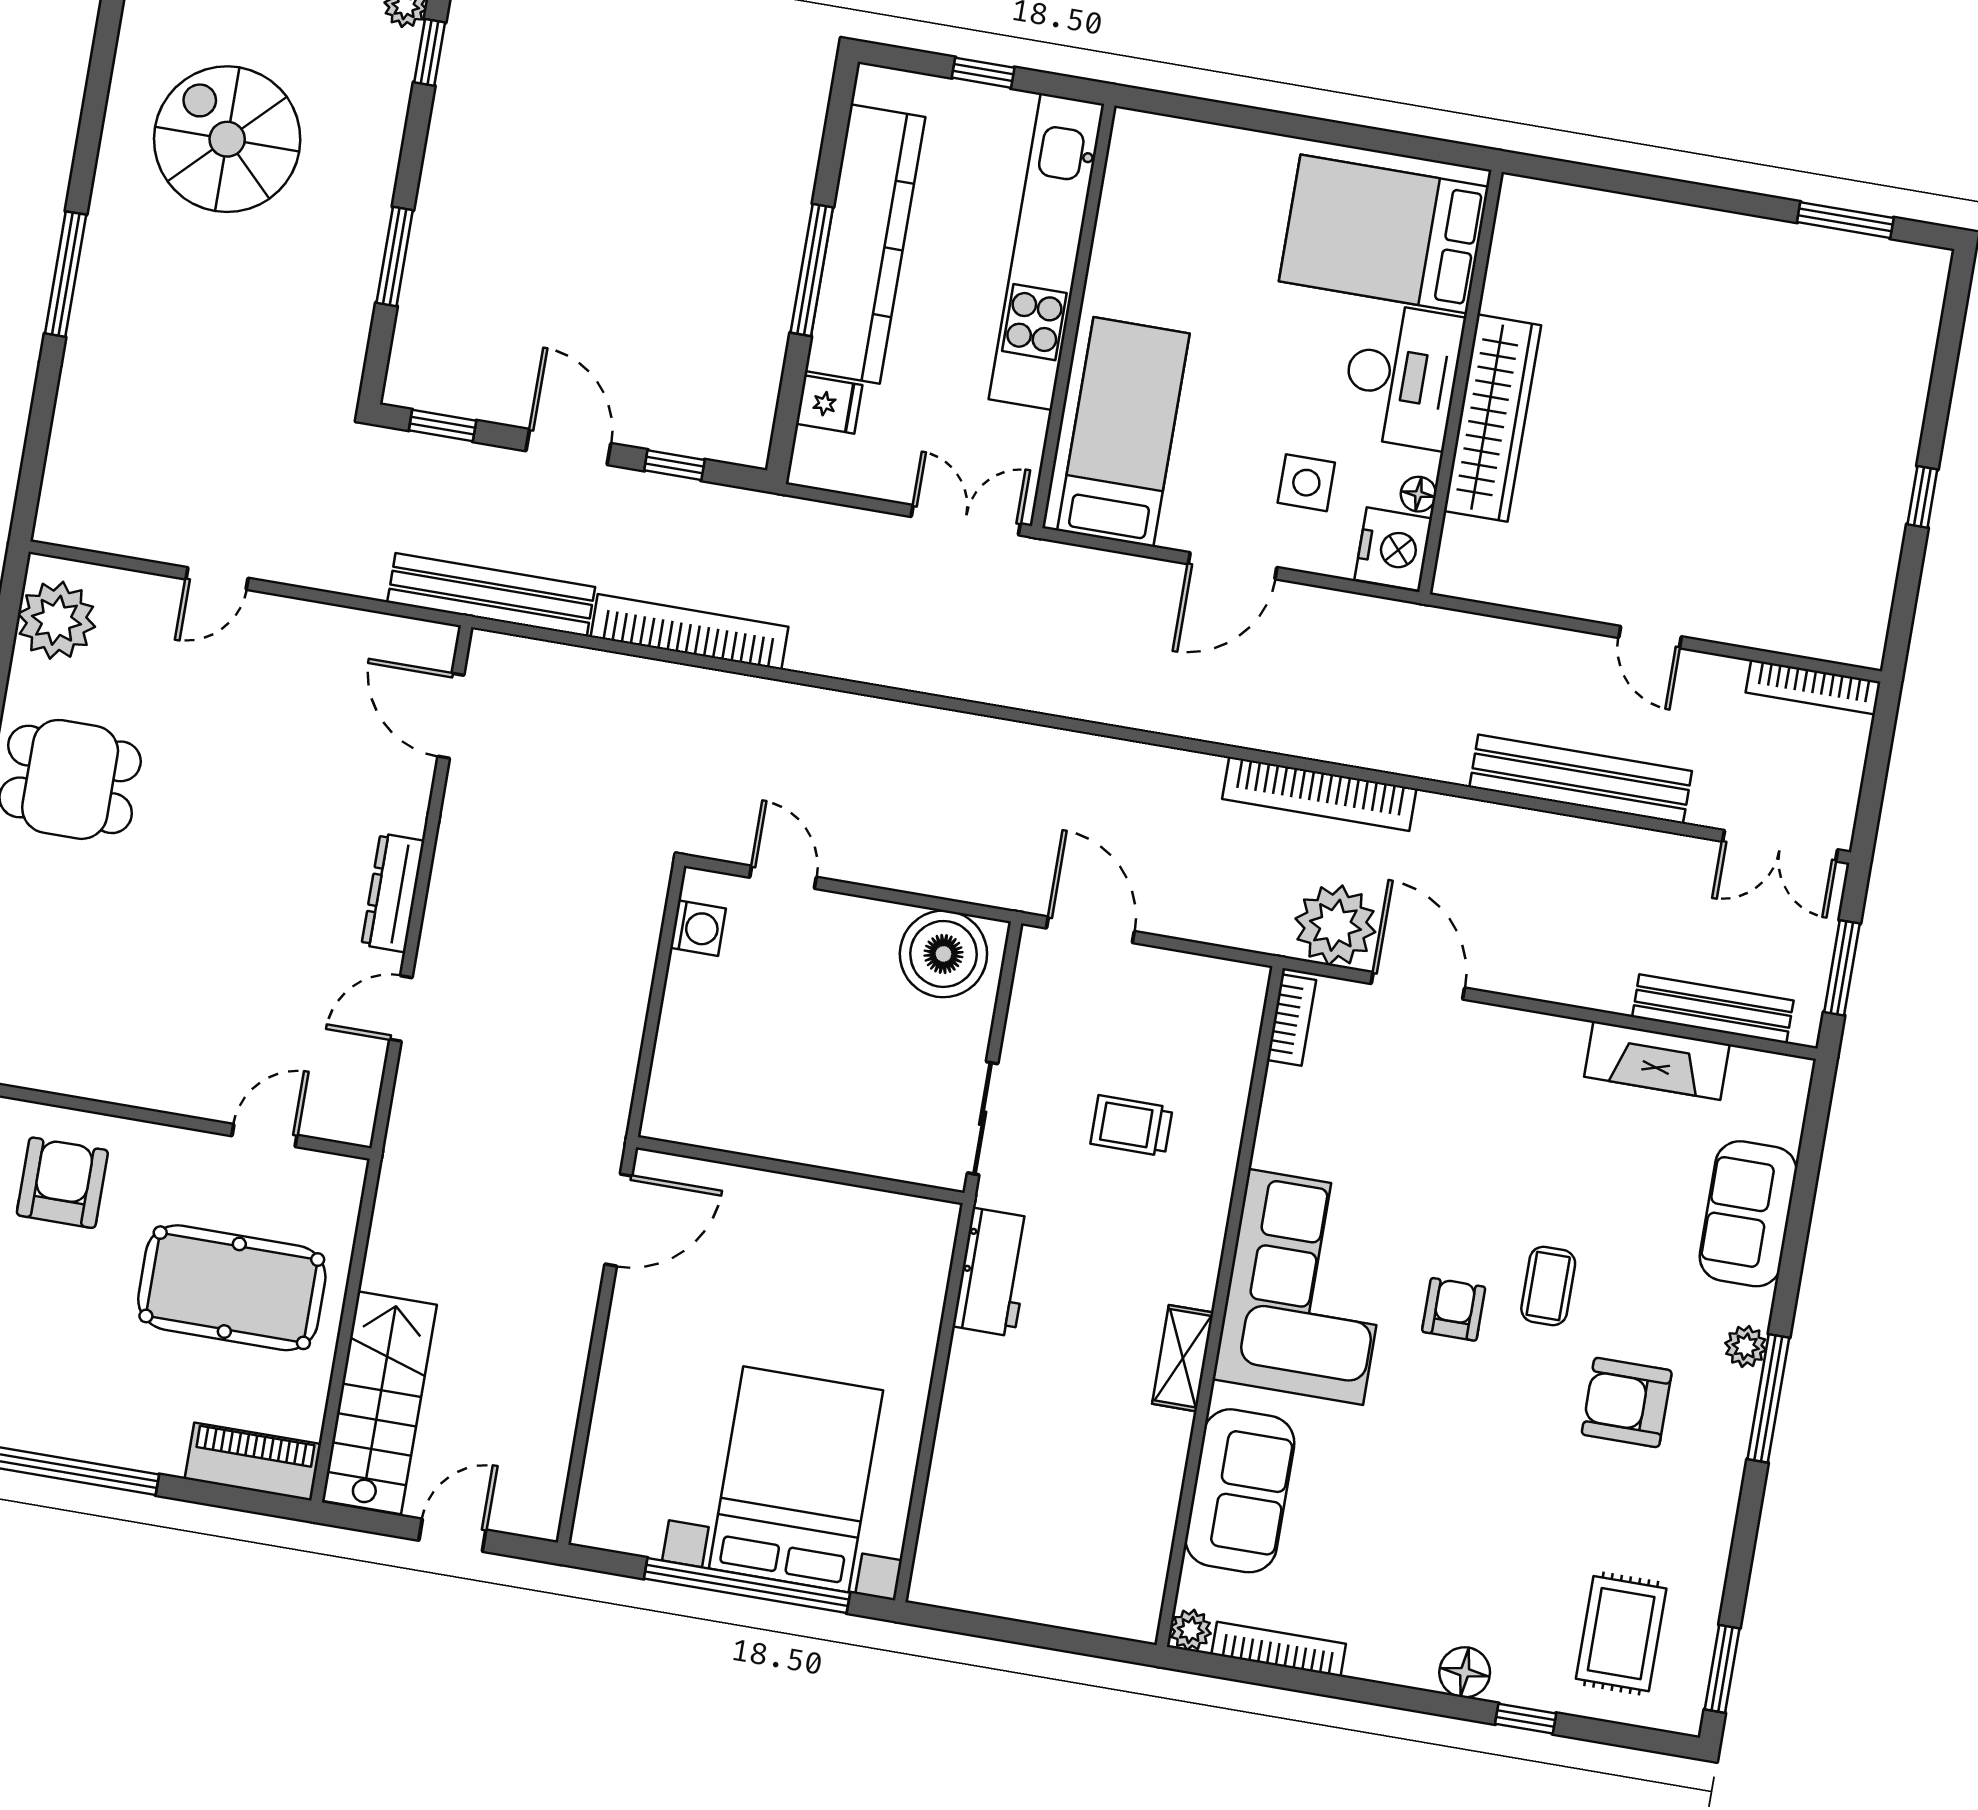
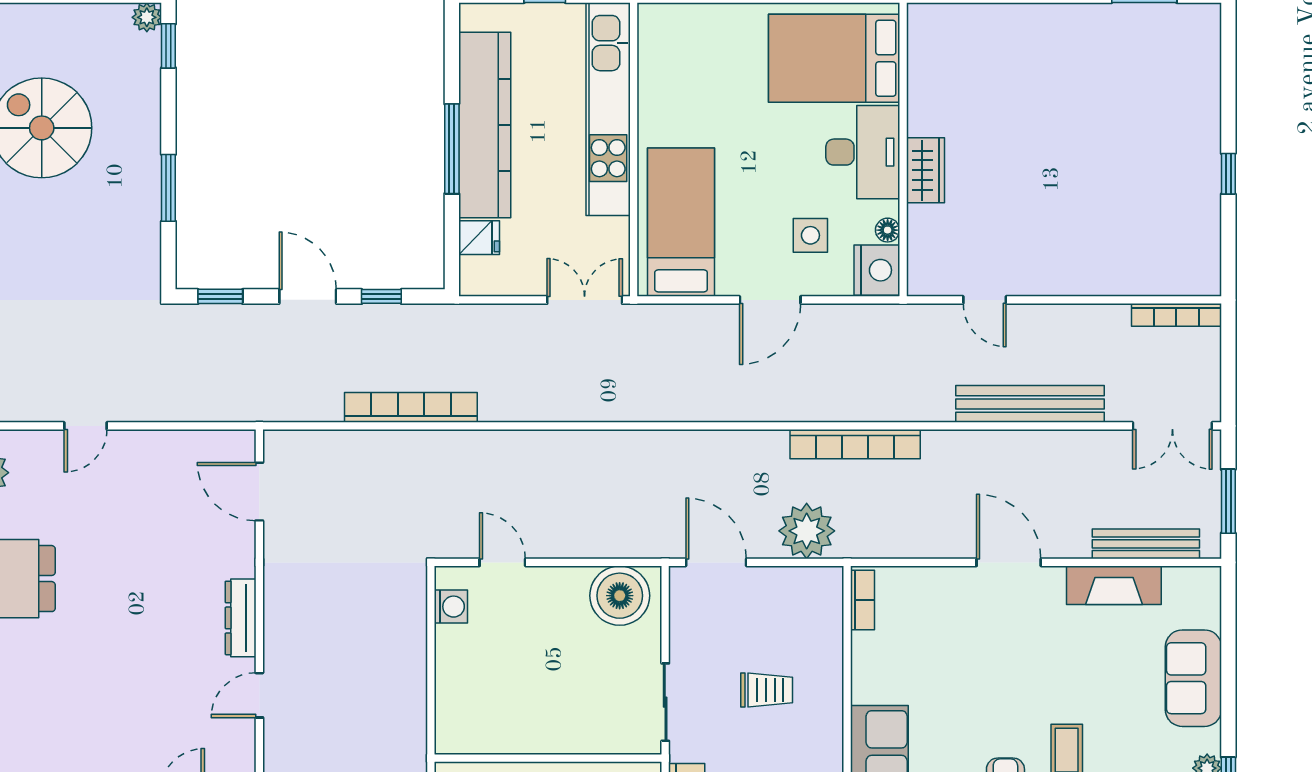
wardrobe: (1492, 418) -> (925, 170), width x0.48, depth x0.85
bench: (491, 595) -> (273, 405), removed
door: (1650, 637) -> (985, 300), moved
plant: (1335, 925) -> (807, 531), moved
door: (1418, 986) -> (1009, 562), moved
trolley: (1132, 1126) -> (767, 690), turned 180

